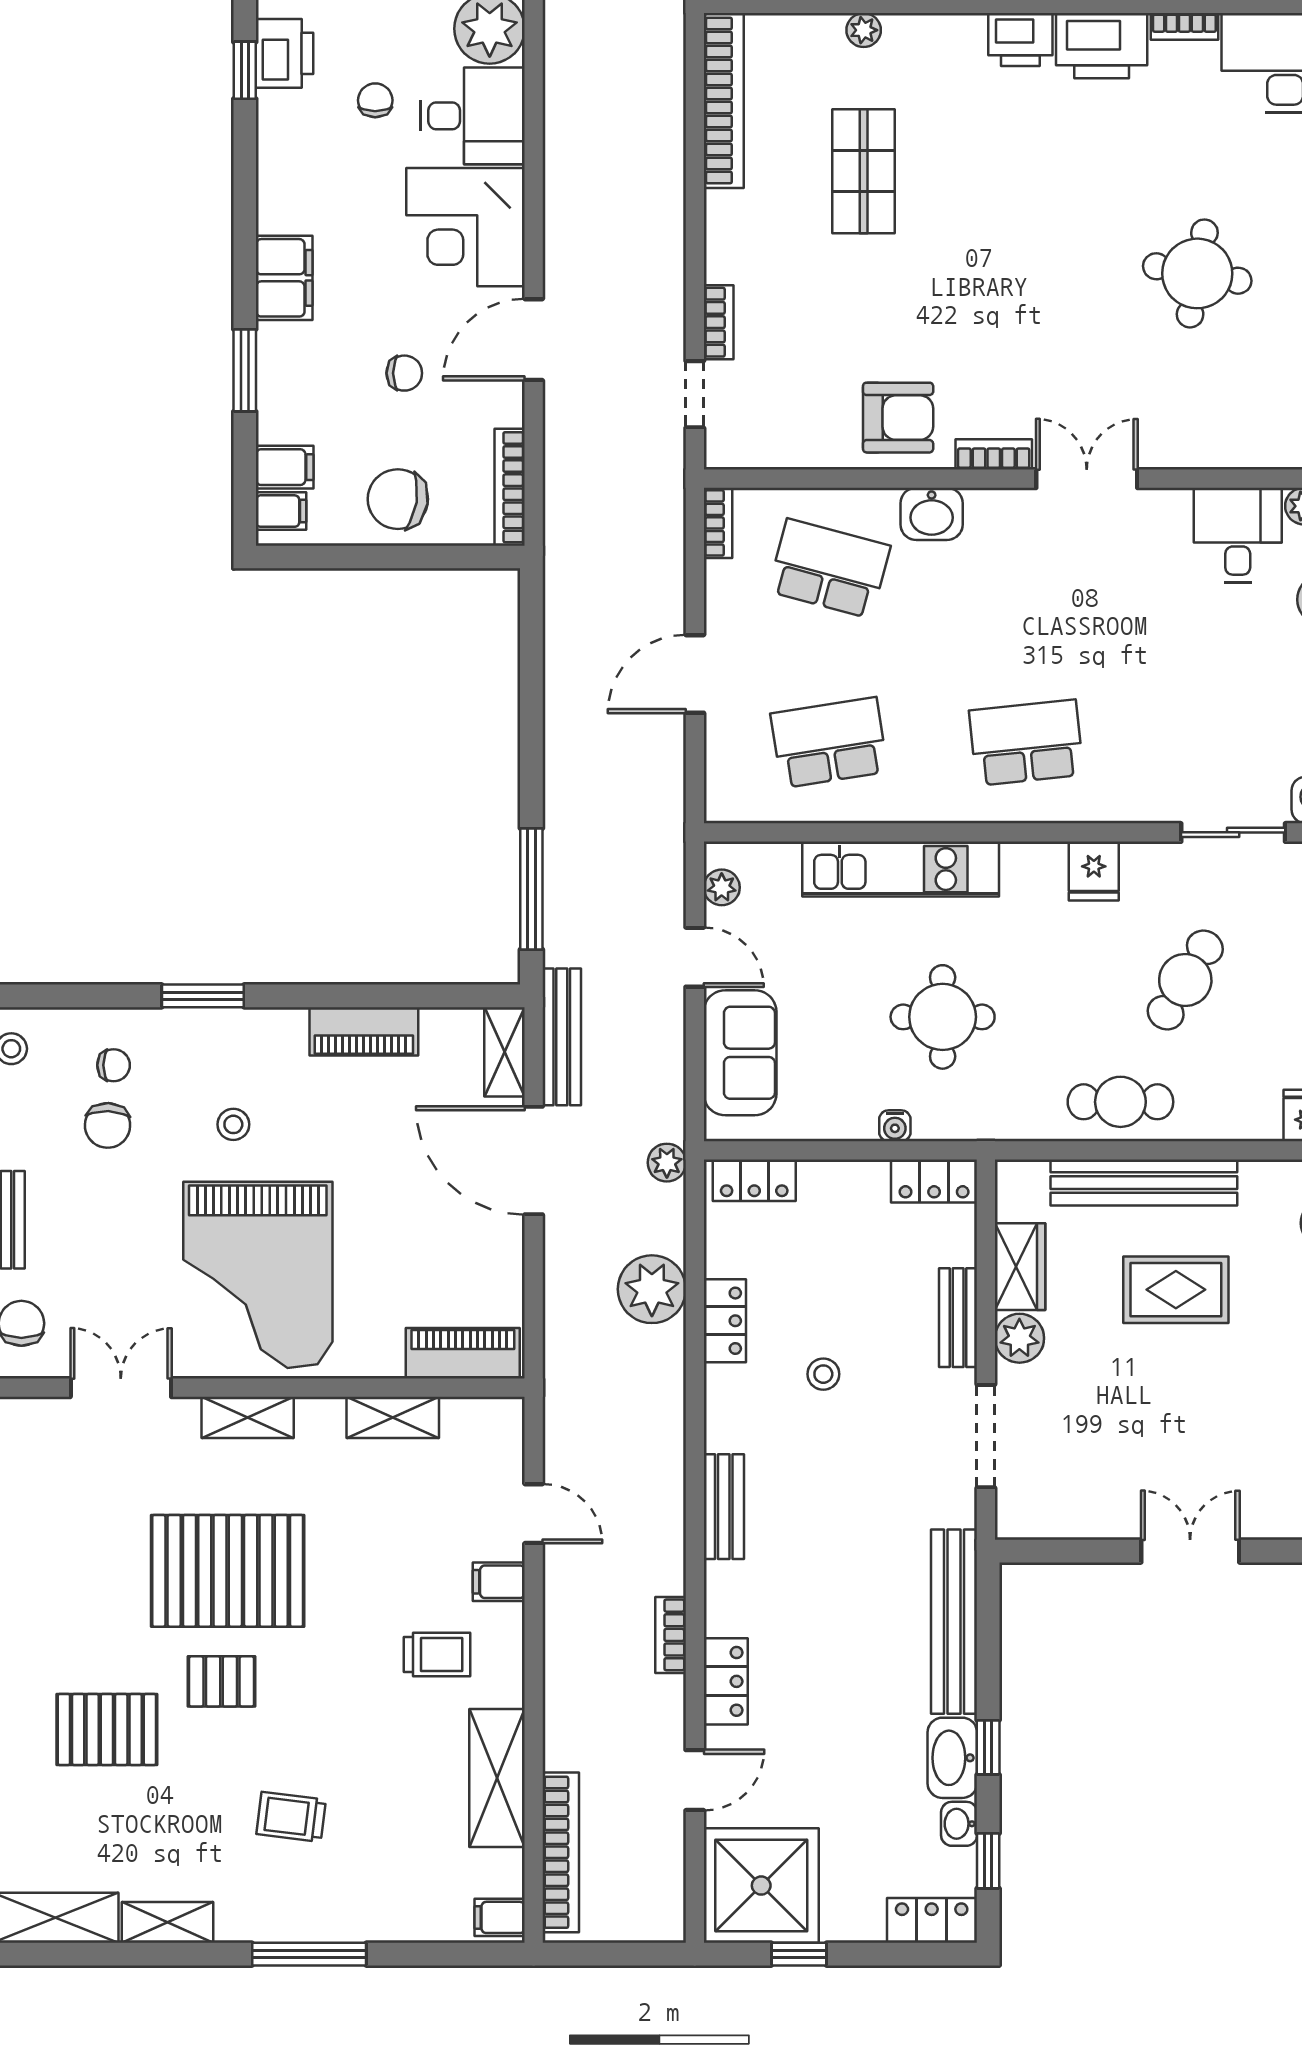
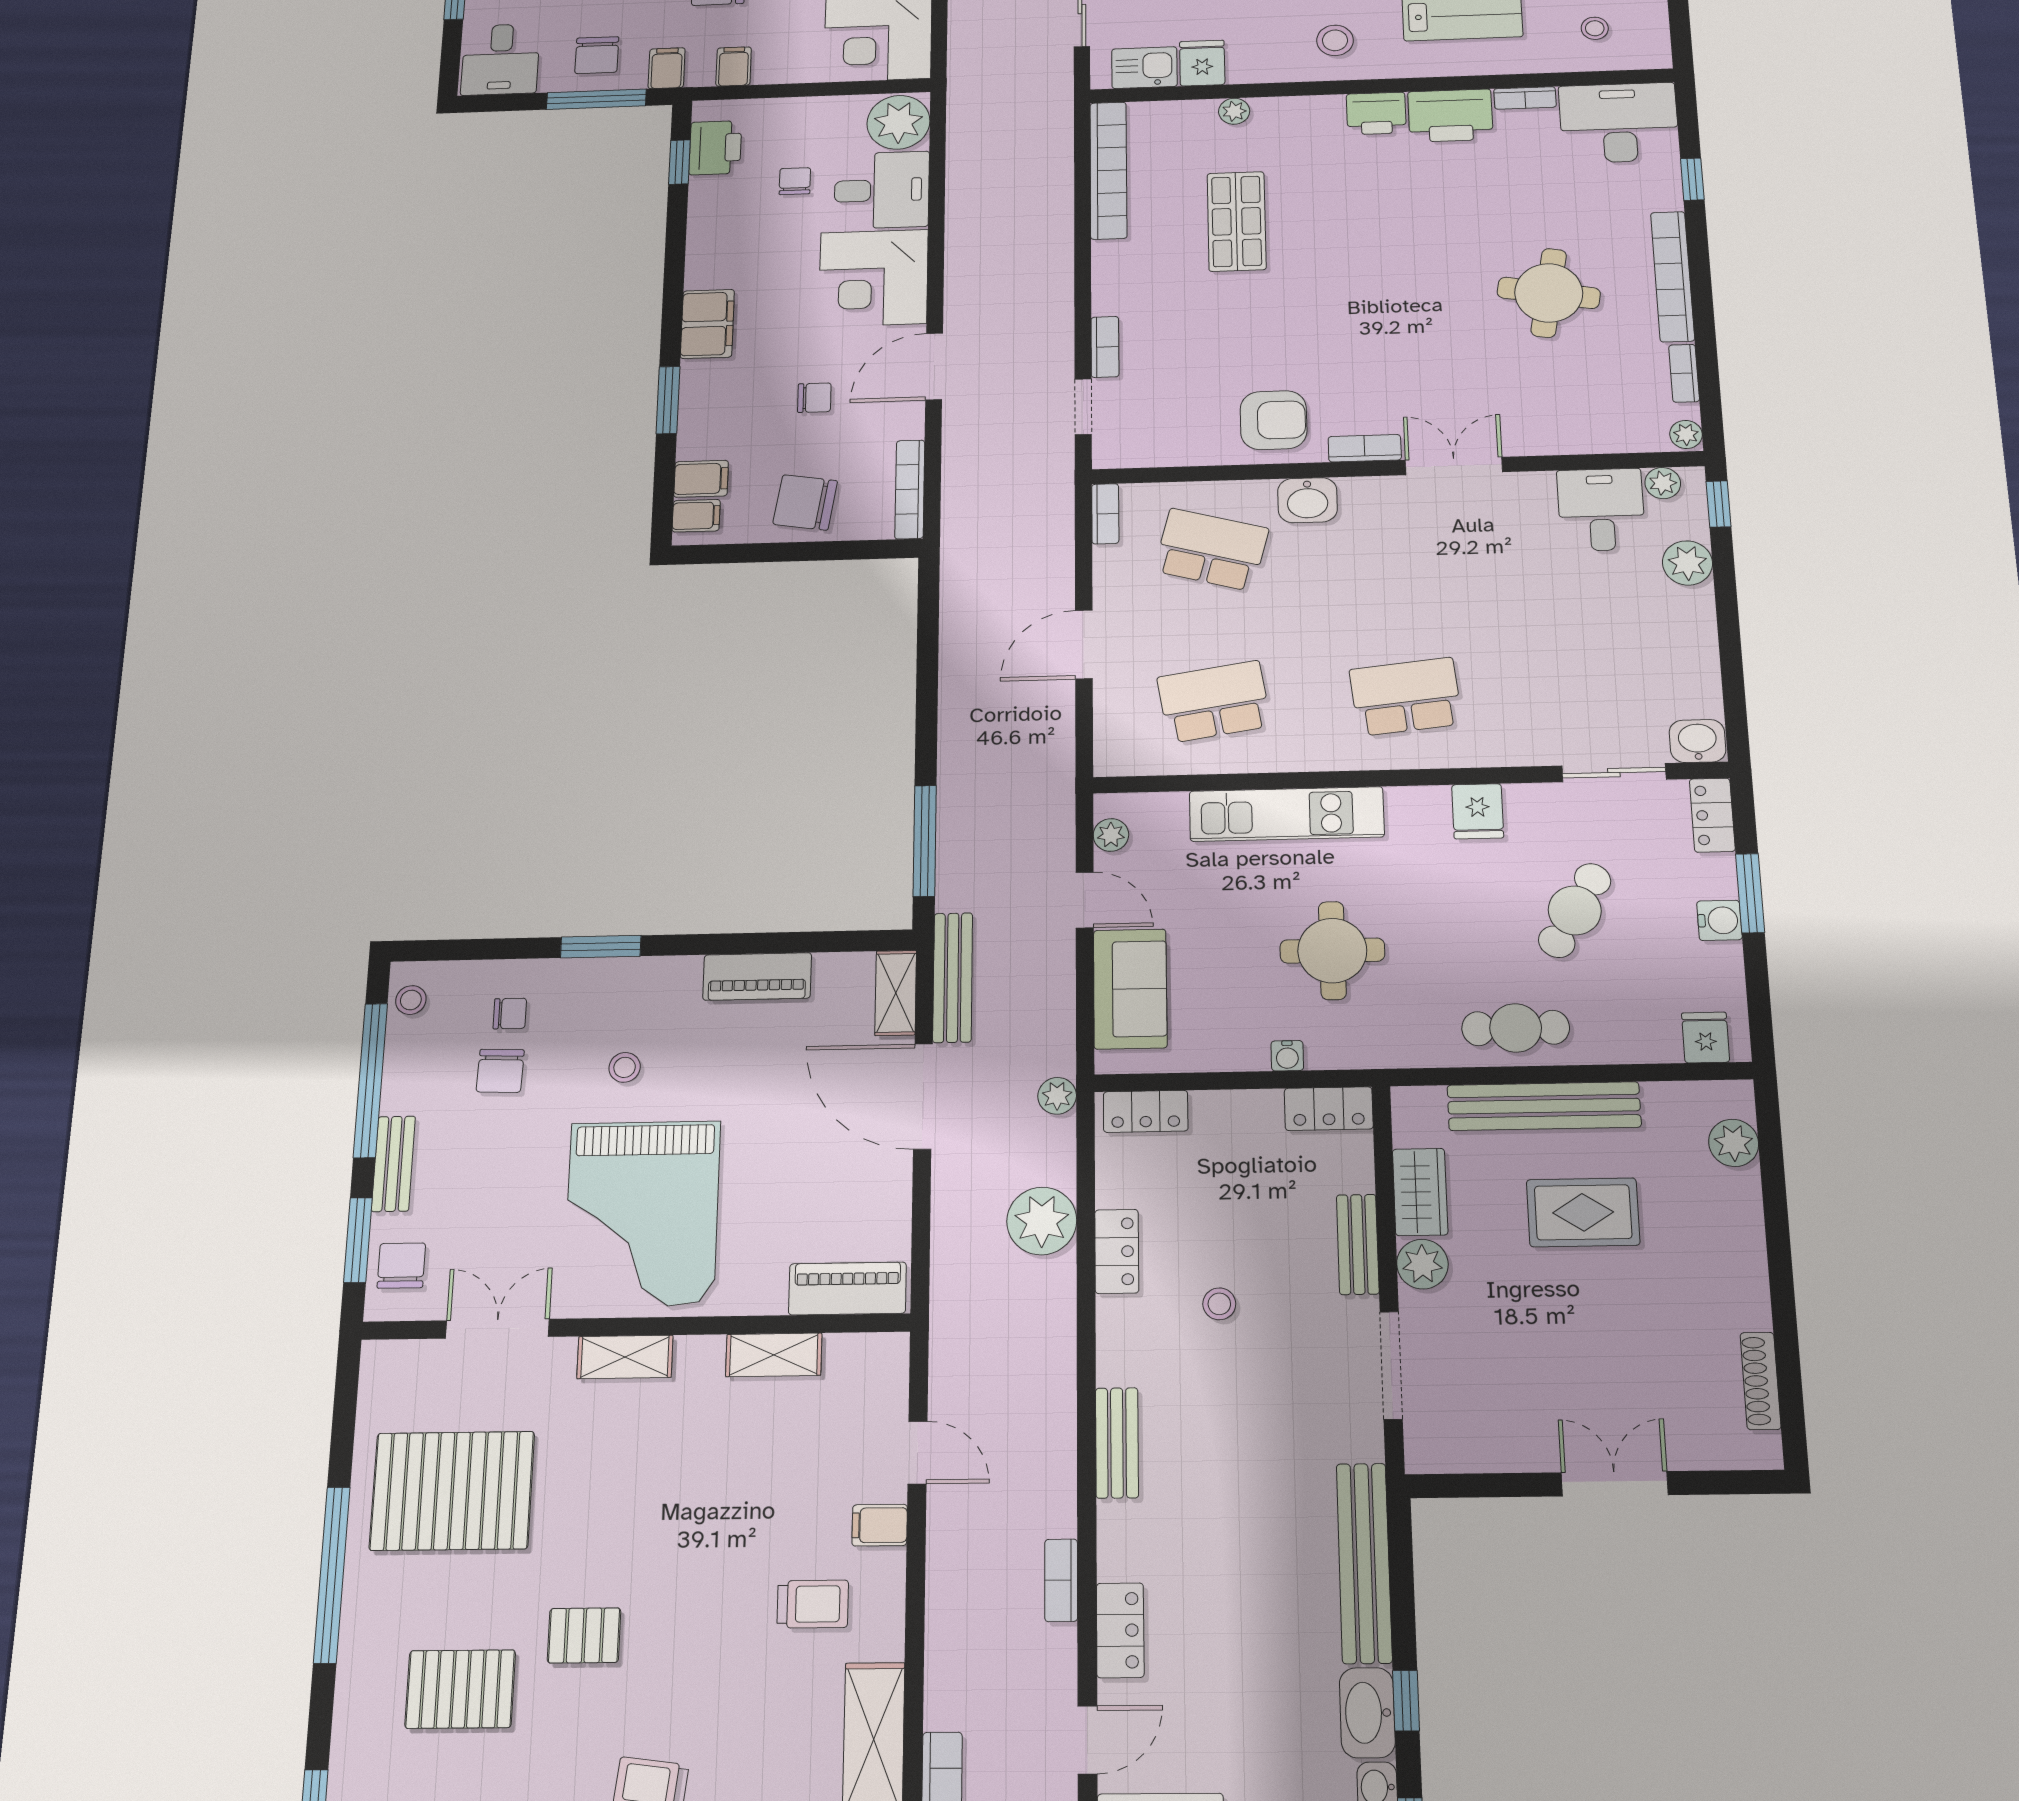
pallet: (228, 1571) -> (452, 1491), moved

